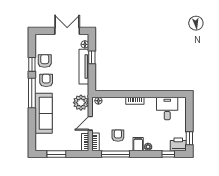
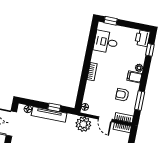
window: (92, 57) -> (54, 107), moved
window: (189, 138) -> (111, 21), moved
window: (116, 154) -> (140, 101), width x0.69

